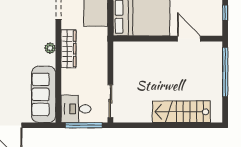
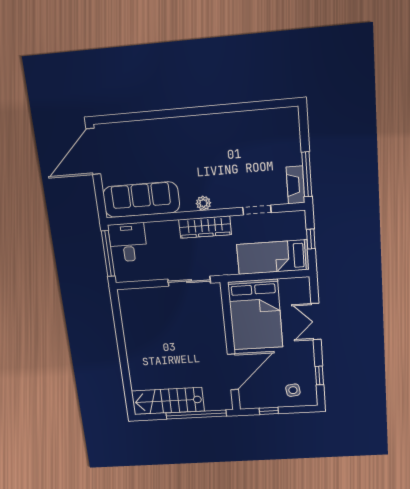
door: (189, 39) -> (233, 372), width x1.36
sliding door: (110, 101) -> (189, 281), moved
stairs: (181, 112) -> (168, 401), moved, turned -90

